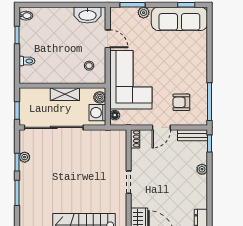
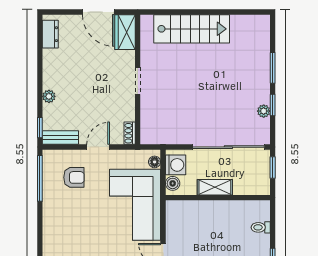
stool: (89, 66) -> (186, 222), removed

